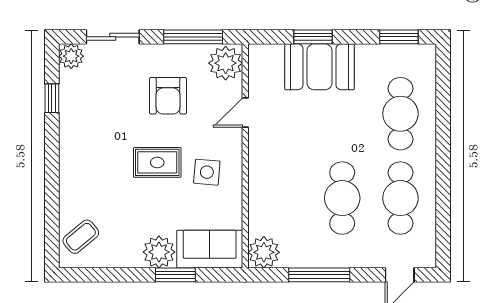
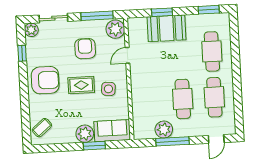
armchair: (168, 96) -> (85, 49), turned 180
armchair: (92, 150) -> (45, 80), added
plant: (264, 252) -> (164, 130), moved

